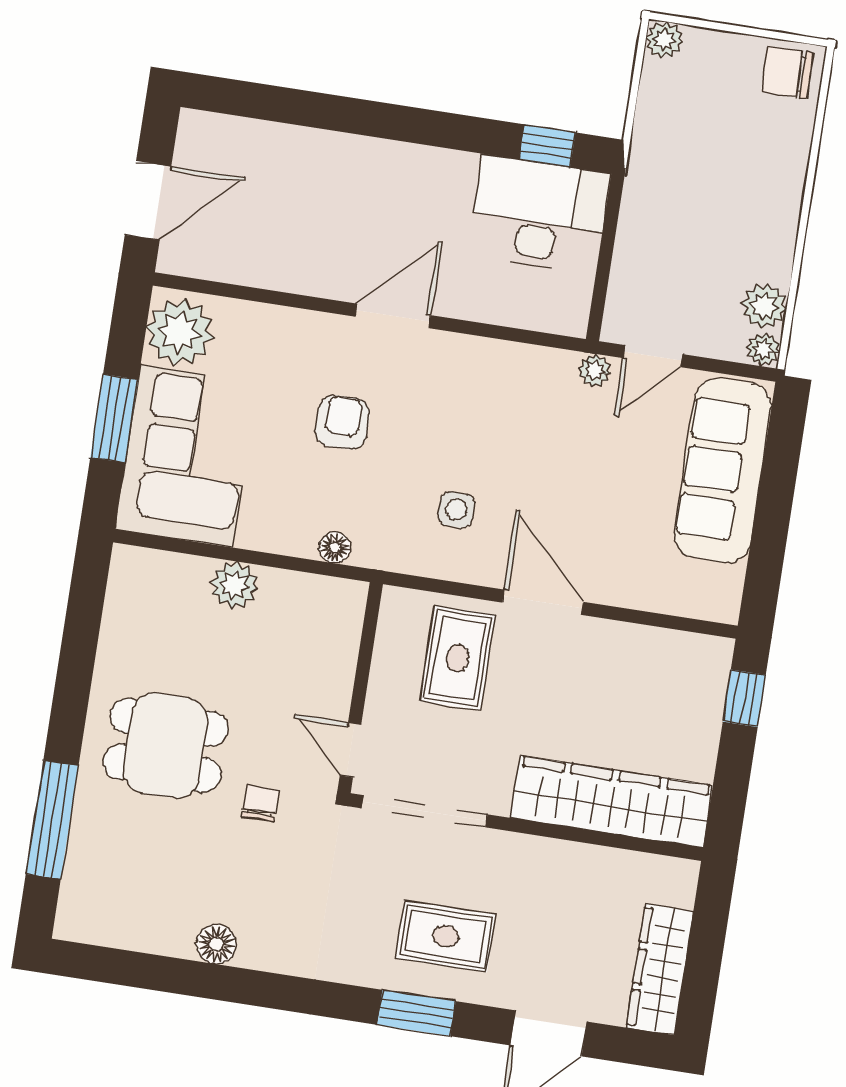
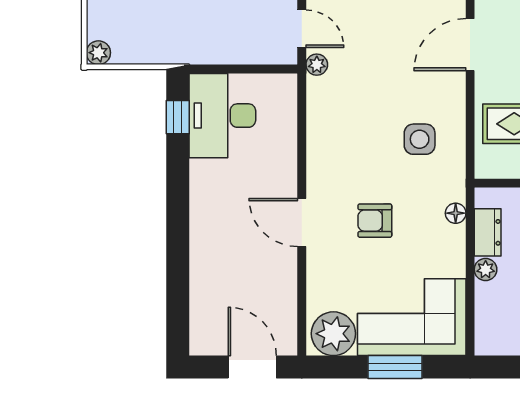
door: (393, 316) -> (302, 222), moved
side table: (456, 510) -> (420, 139), width x1.37, depth x1.37
plant: (234, 585) -> (486, 269), width x0.73, depth x0.73
dresser: (298, 592) -> (488, 232), added
door: (543, 602) -> (470, 45), moved

